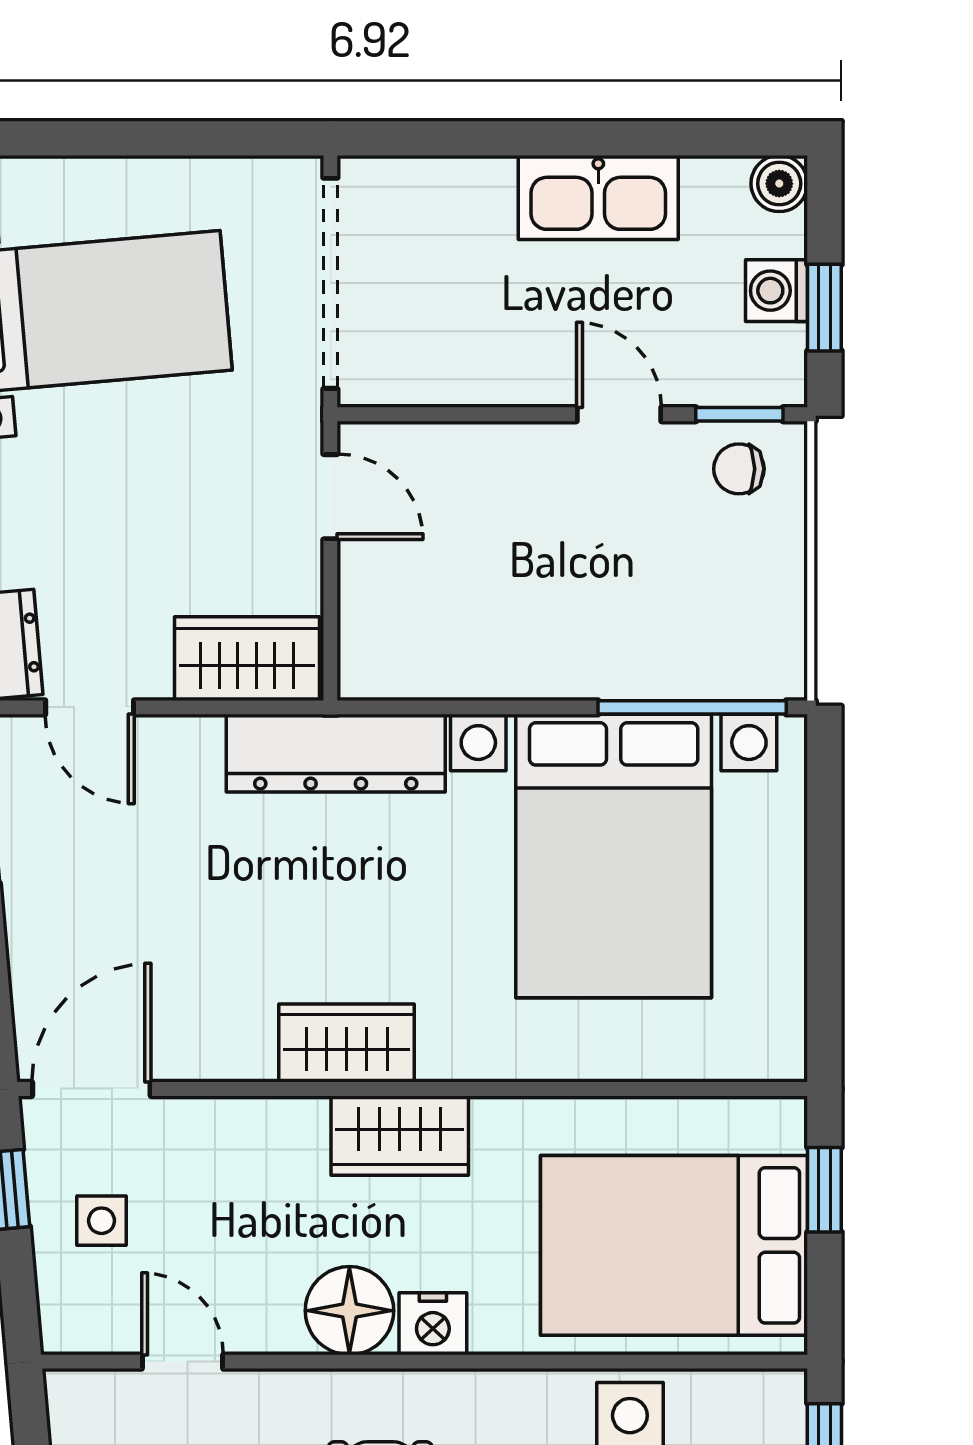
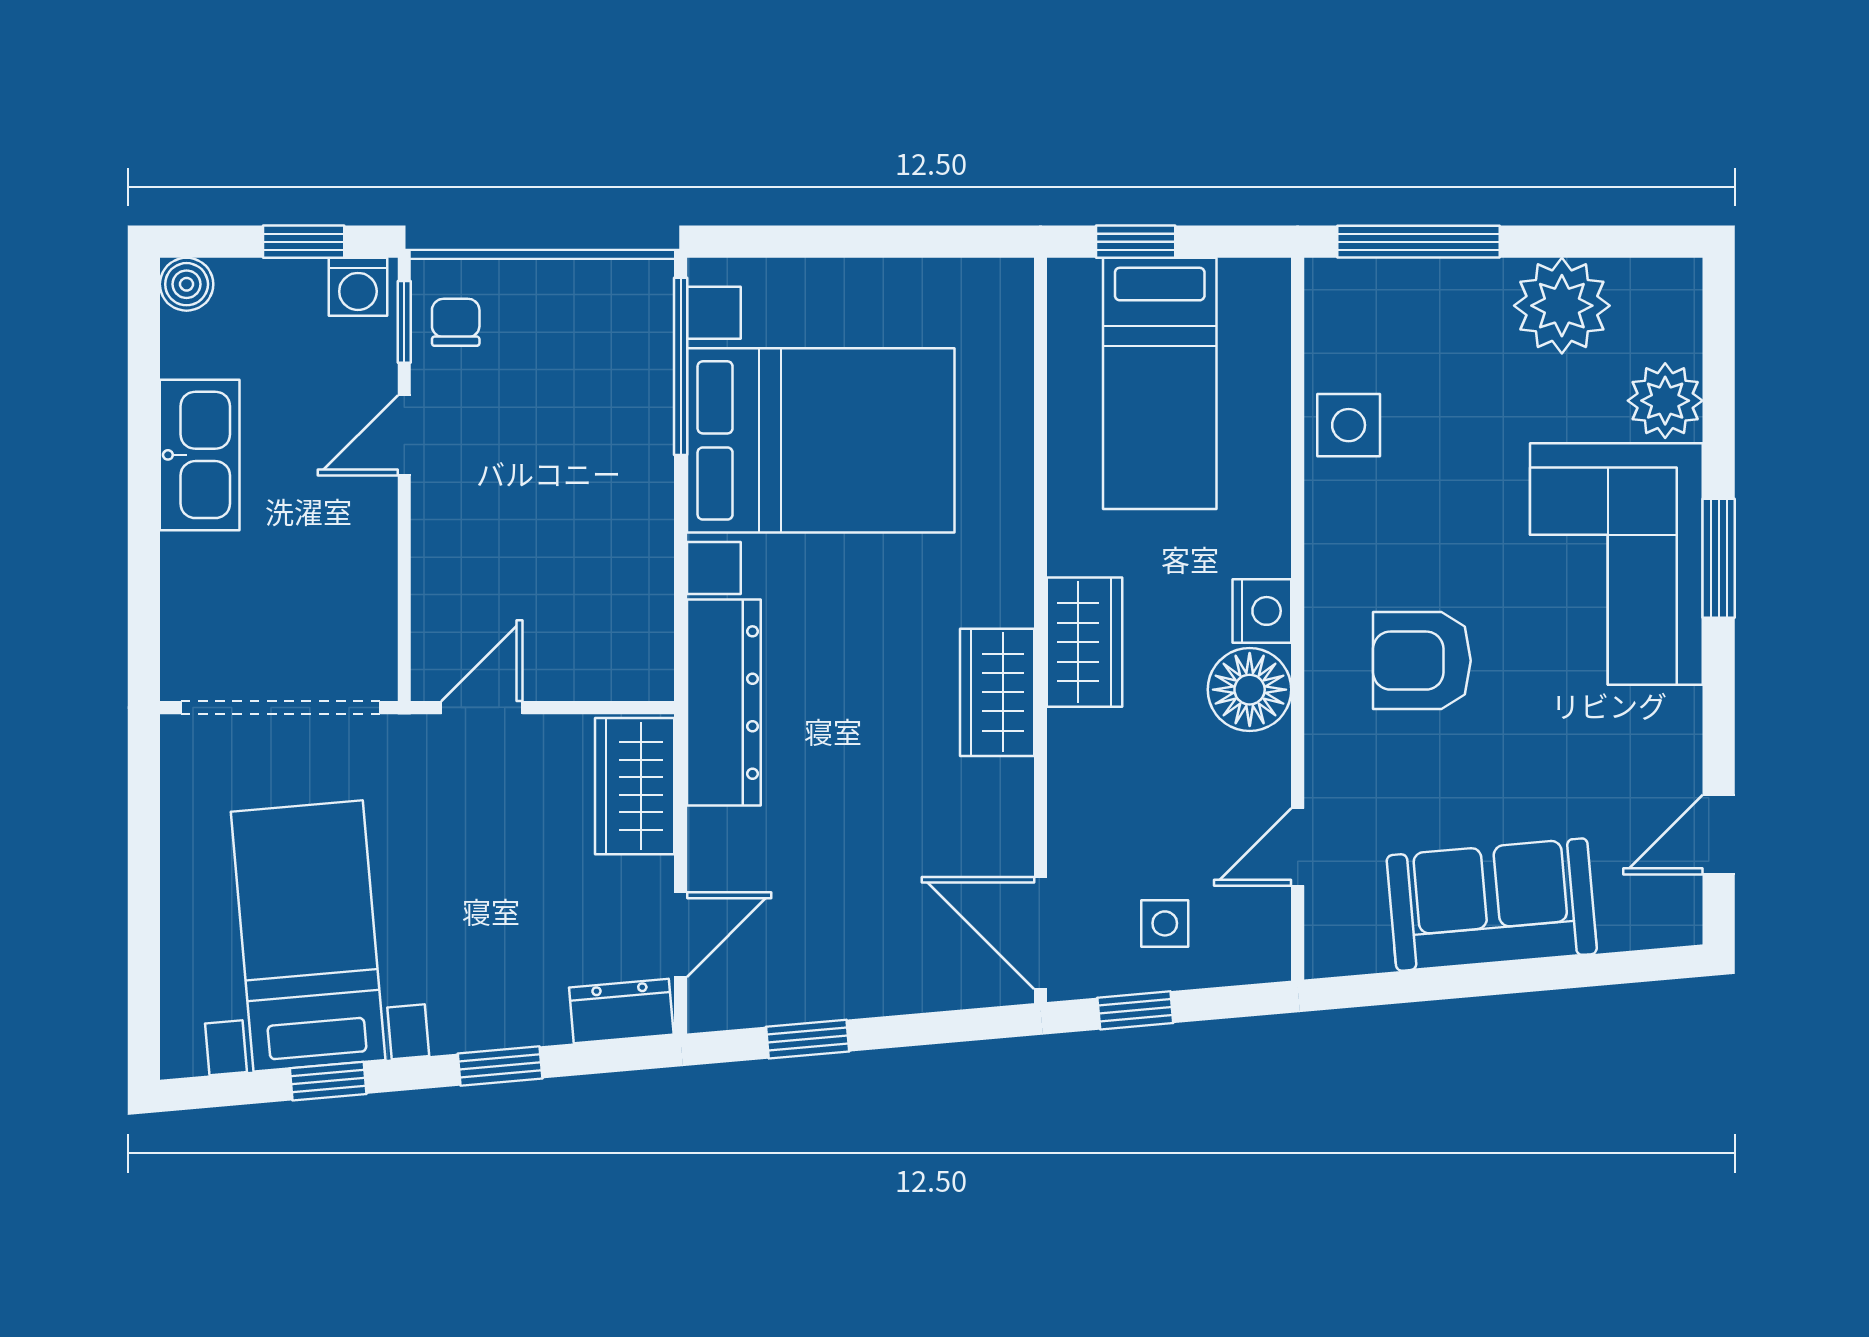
washing machine: (776, 291) -> (358, 287), moved
chair: (739, 469) -> (456, 322), turned 180
bed: (674, 1245) -> (1160, 383), width x0.67

